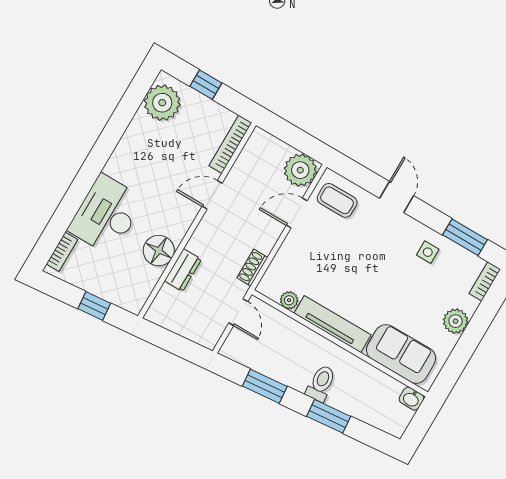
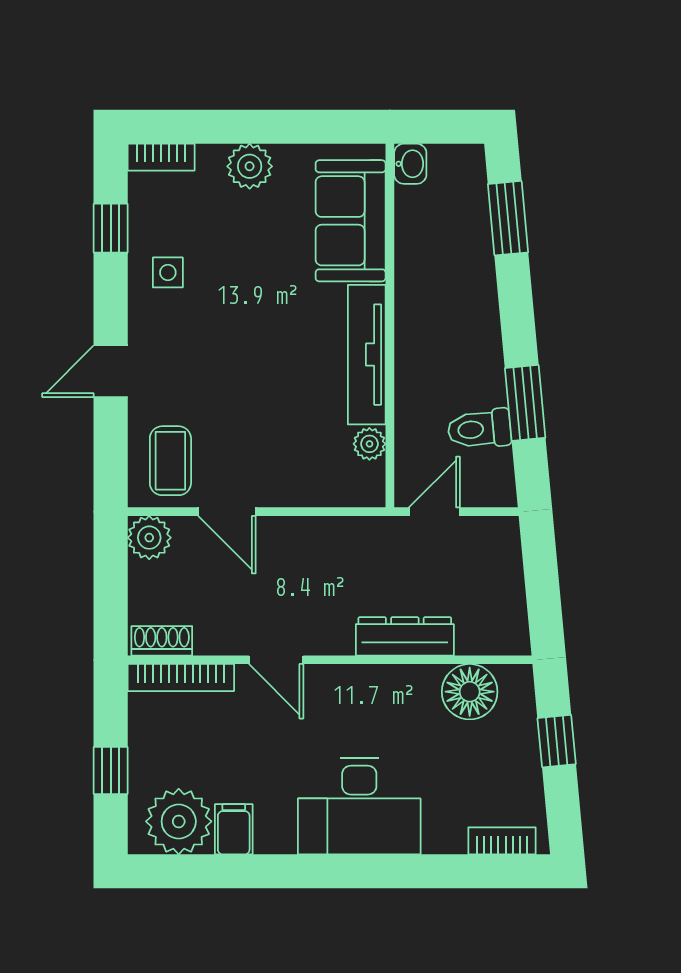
filing cabinet: (143, 127) -> (234, 829), added
plant: (300, 170) -> (149, 538), width x0.73, depth x0.73
desk: (106, 215) -> (359, 806), moved
window: (465, 237) -> (111, 228), width x0.67
floor lamp: (159, 251) -> (470, 692), moved
shoe rack: (252, 268) -> (162, 641), moved, turned 180
dresser: (183, 270) -> (405, 636), width x1.44
toilet: (321, 383) -> (479, 429), moved
window: (329, 416) -> (508, 218), moved

